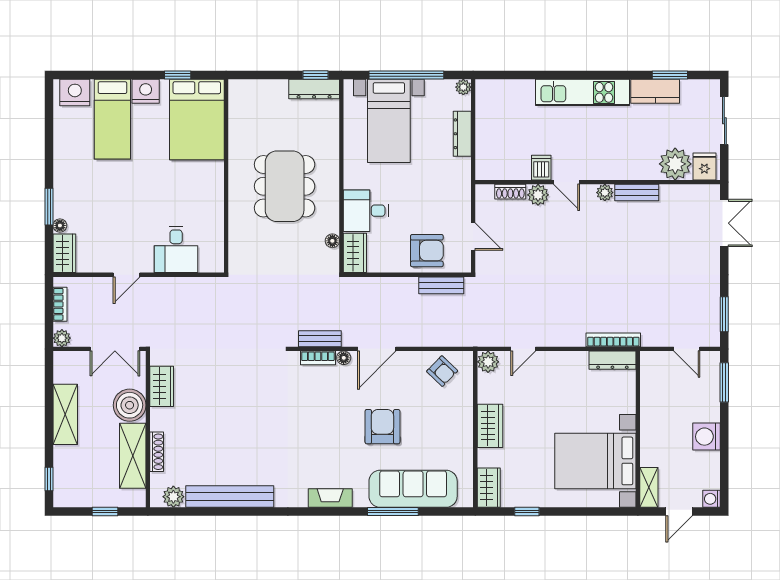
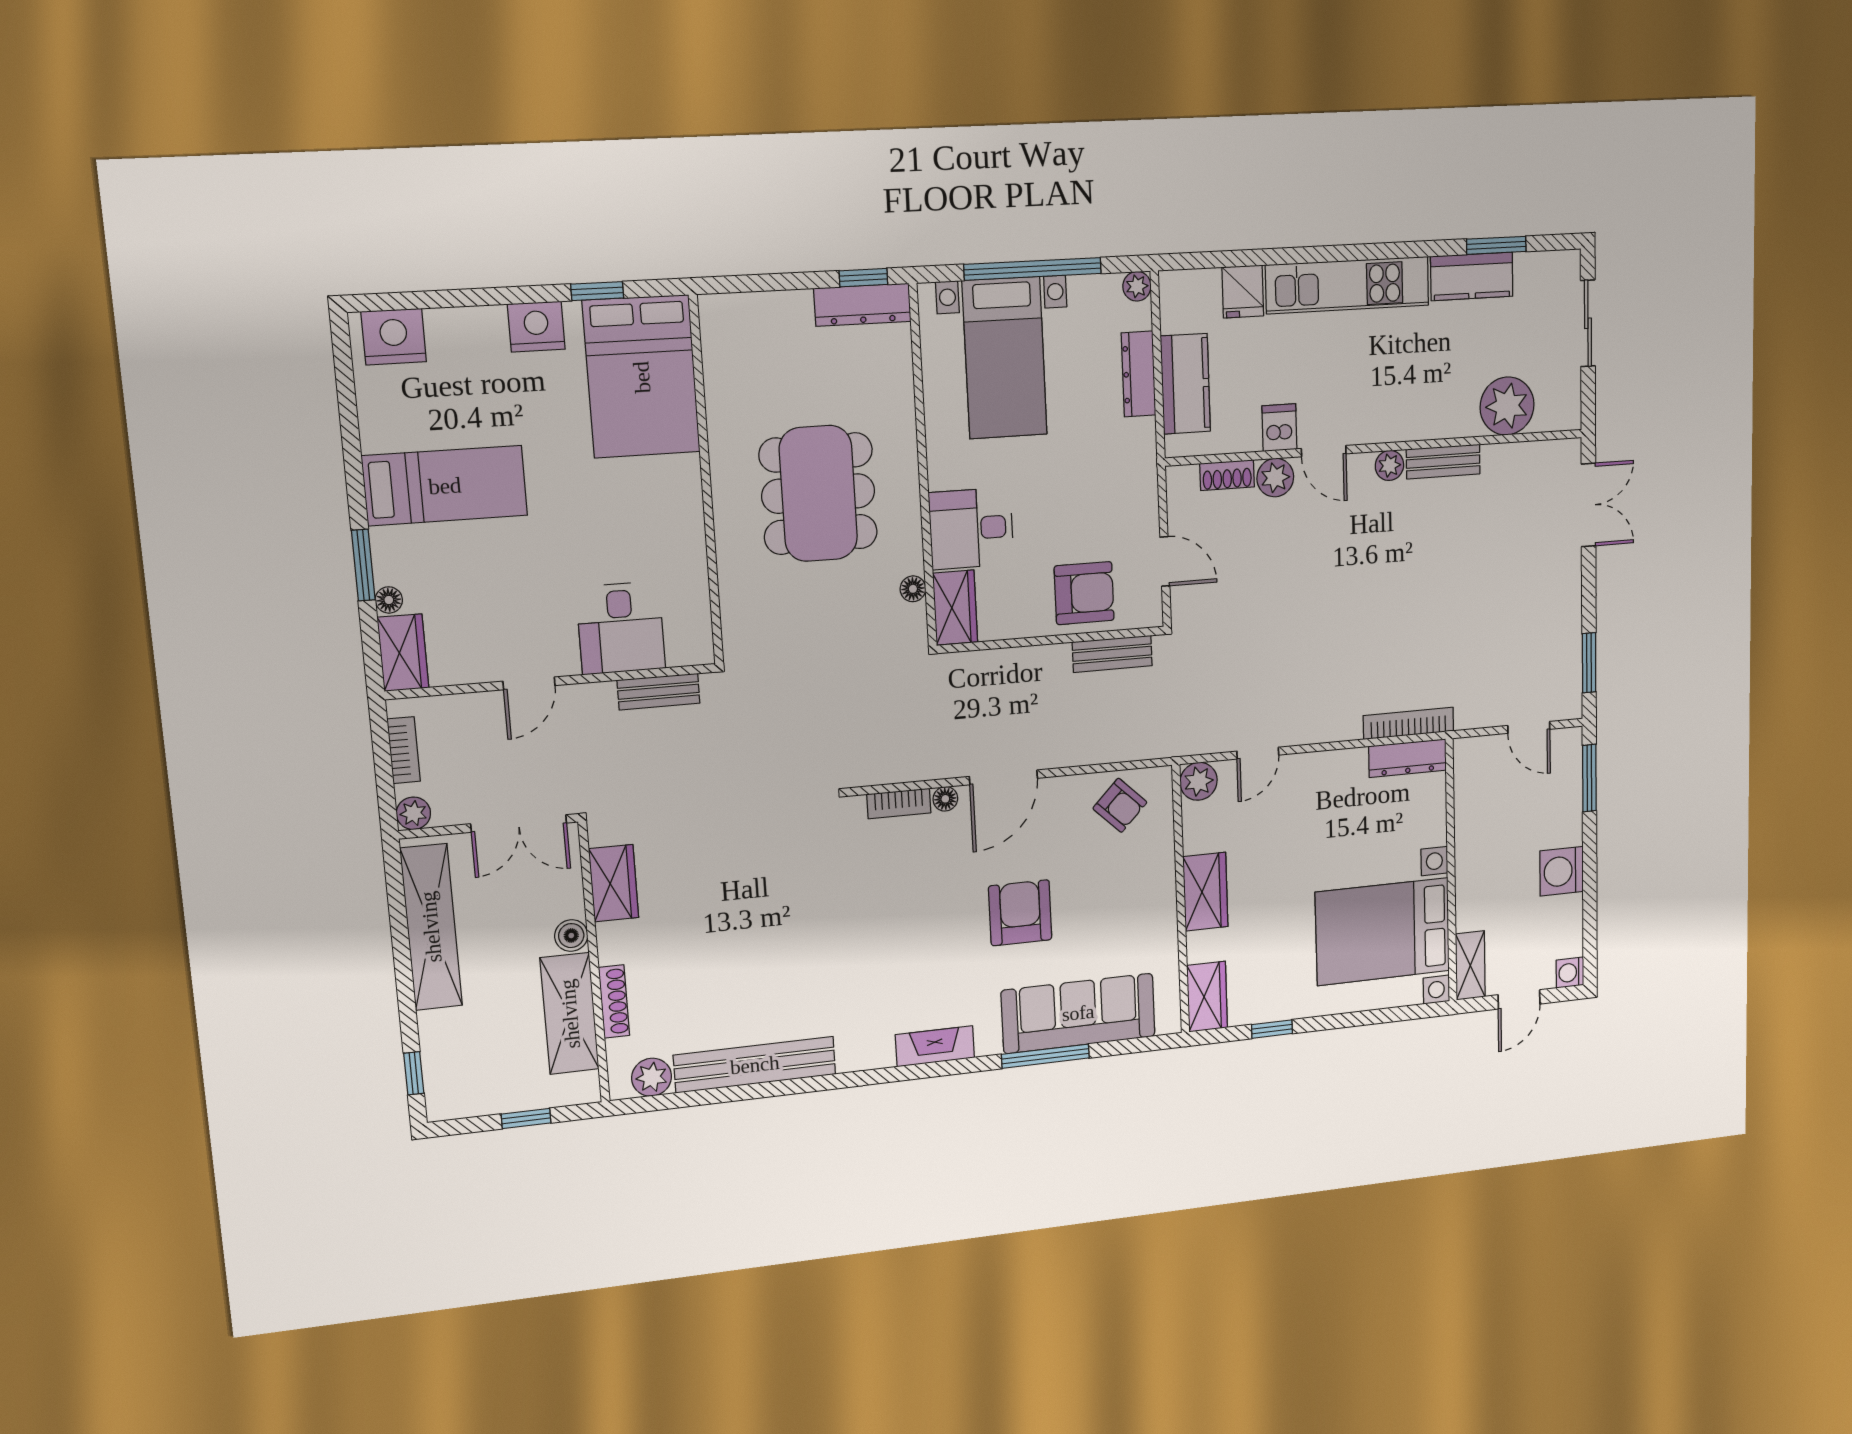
bed: (112, 119) -> (445, 486), moved, turned -90
kitchen counter: (488, 141) -> (1185, 384), added
fridge: (704, 166) -> (1243, 292), moved, turned 180
bench: (320, 339) -> (659, 692), moved
boiler: (130, 405) -> (571, 936), width x0.54, depth x0.54
shelving: (65, 414) -> (431, 927), width x1.47

